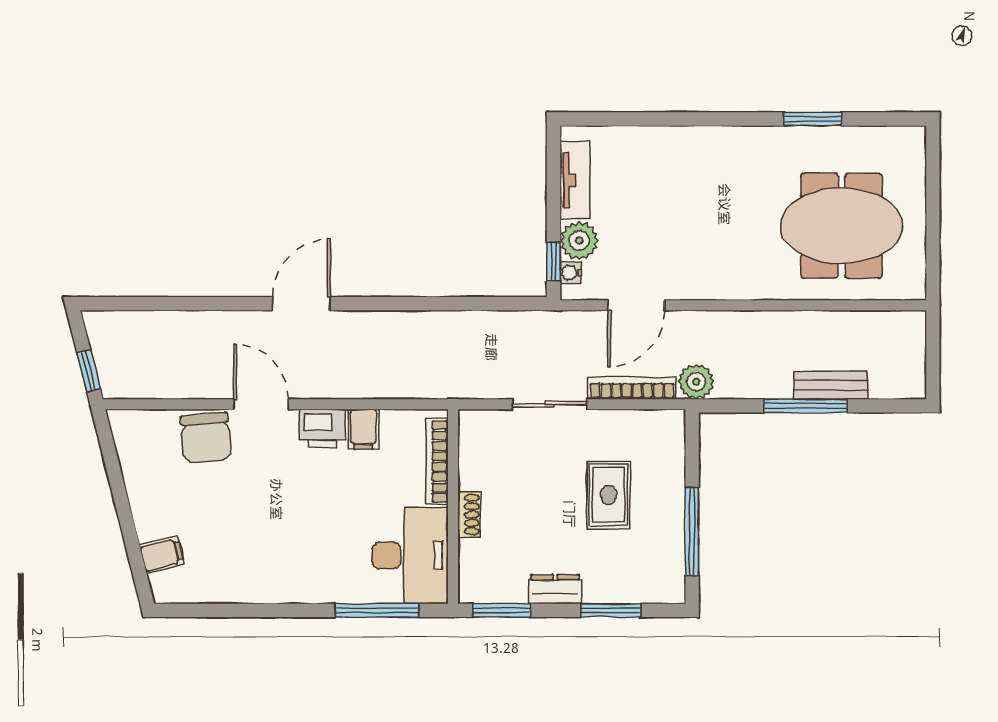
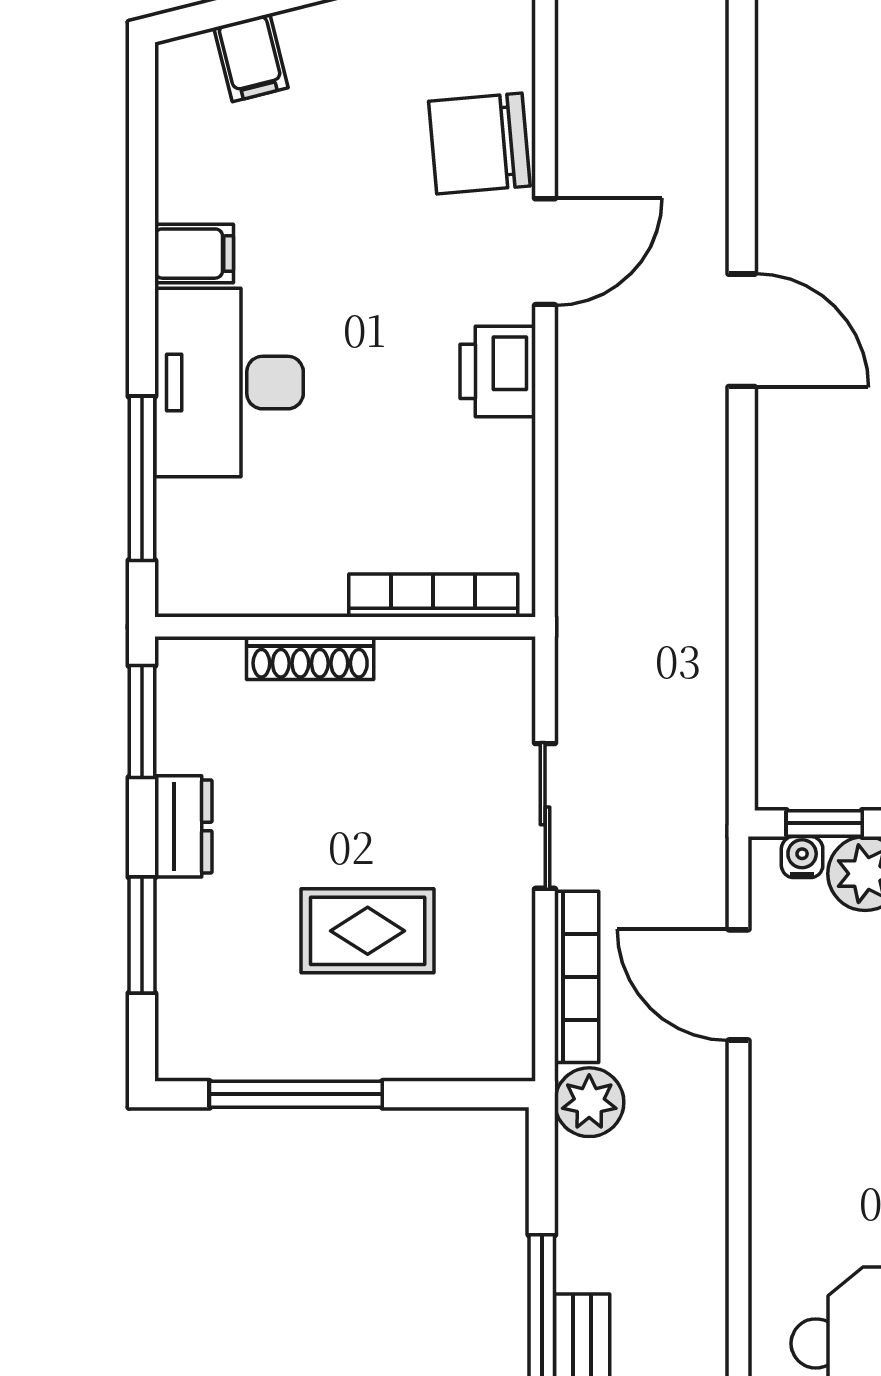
filing cabinet: (363, 429) -> (194, 254), moved, turned 180
shoe rack: (469, 515) -> (310, 658), width x1.43
desk: (410, 556) -> (229, 383), moved, turned 90

